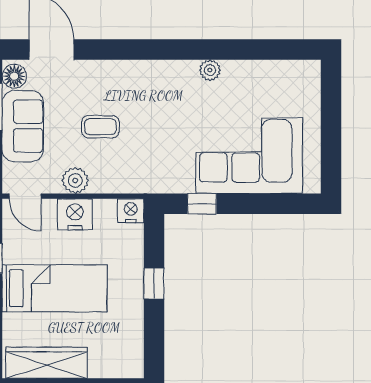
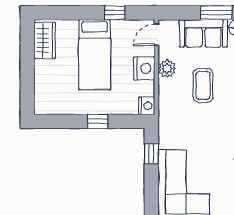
coffee table: (100, 127) -> (203, 85), width x1.36, depth x1.30
wardrobe: (47, 363) -> (45, 40), width x0.67

